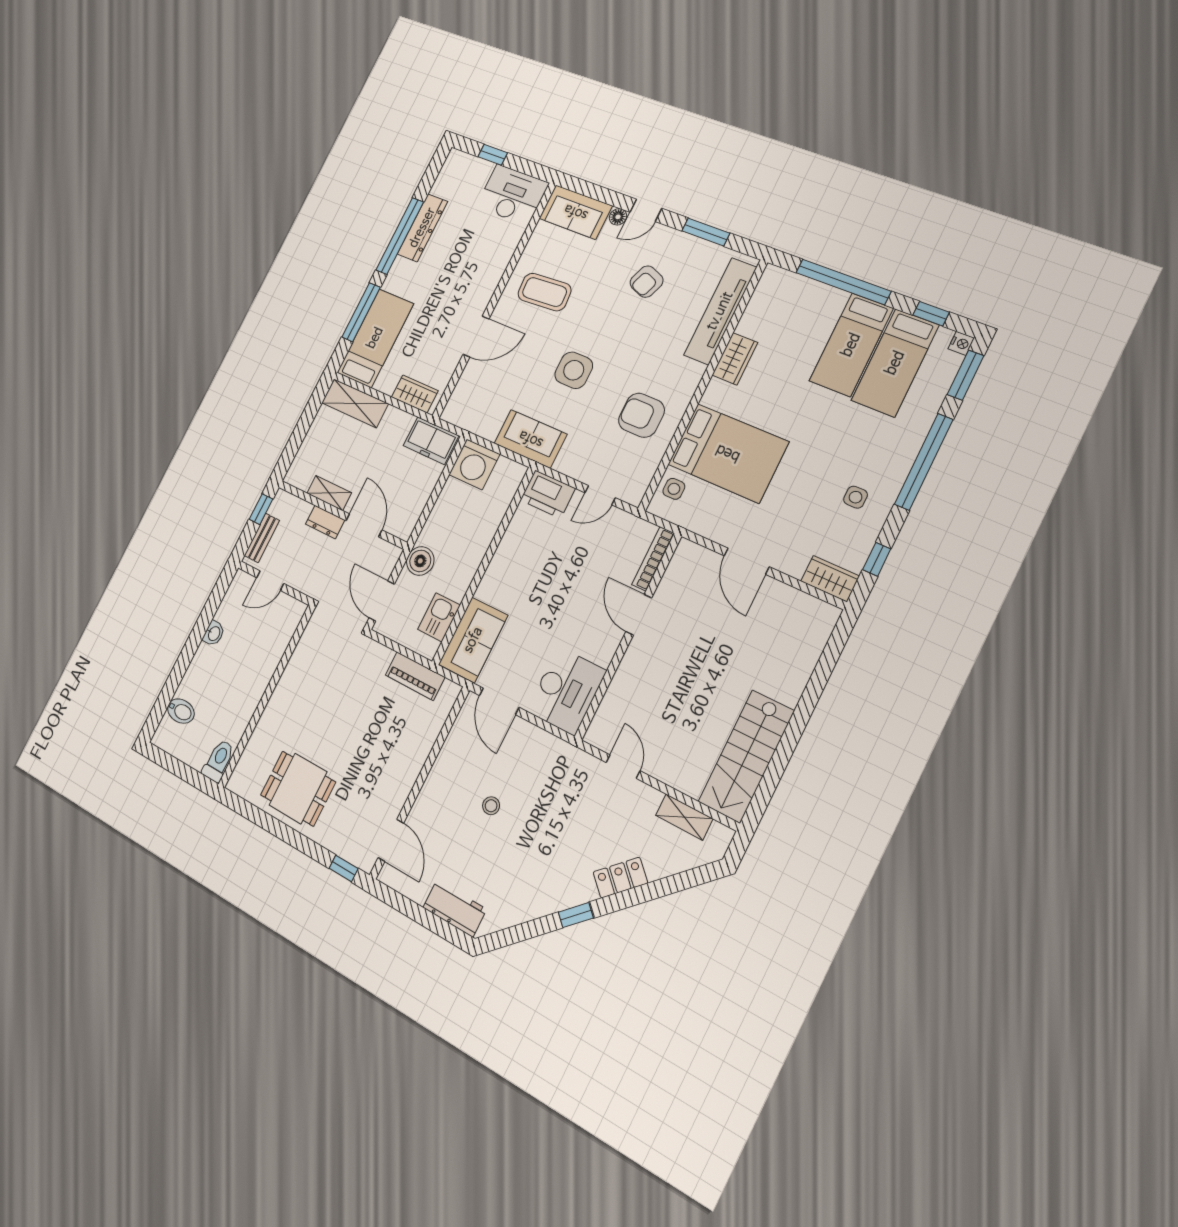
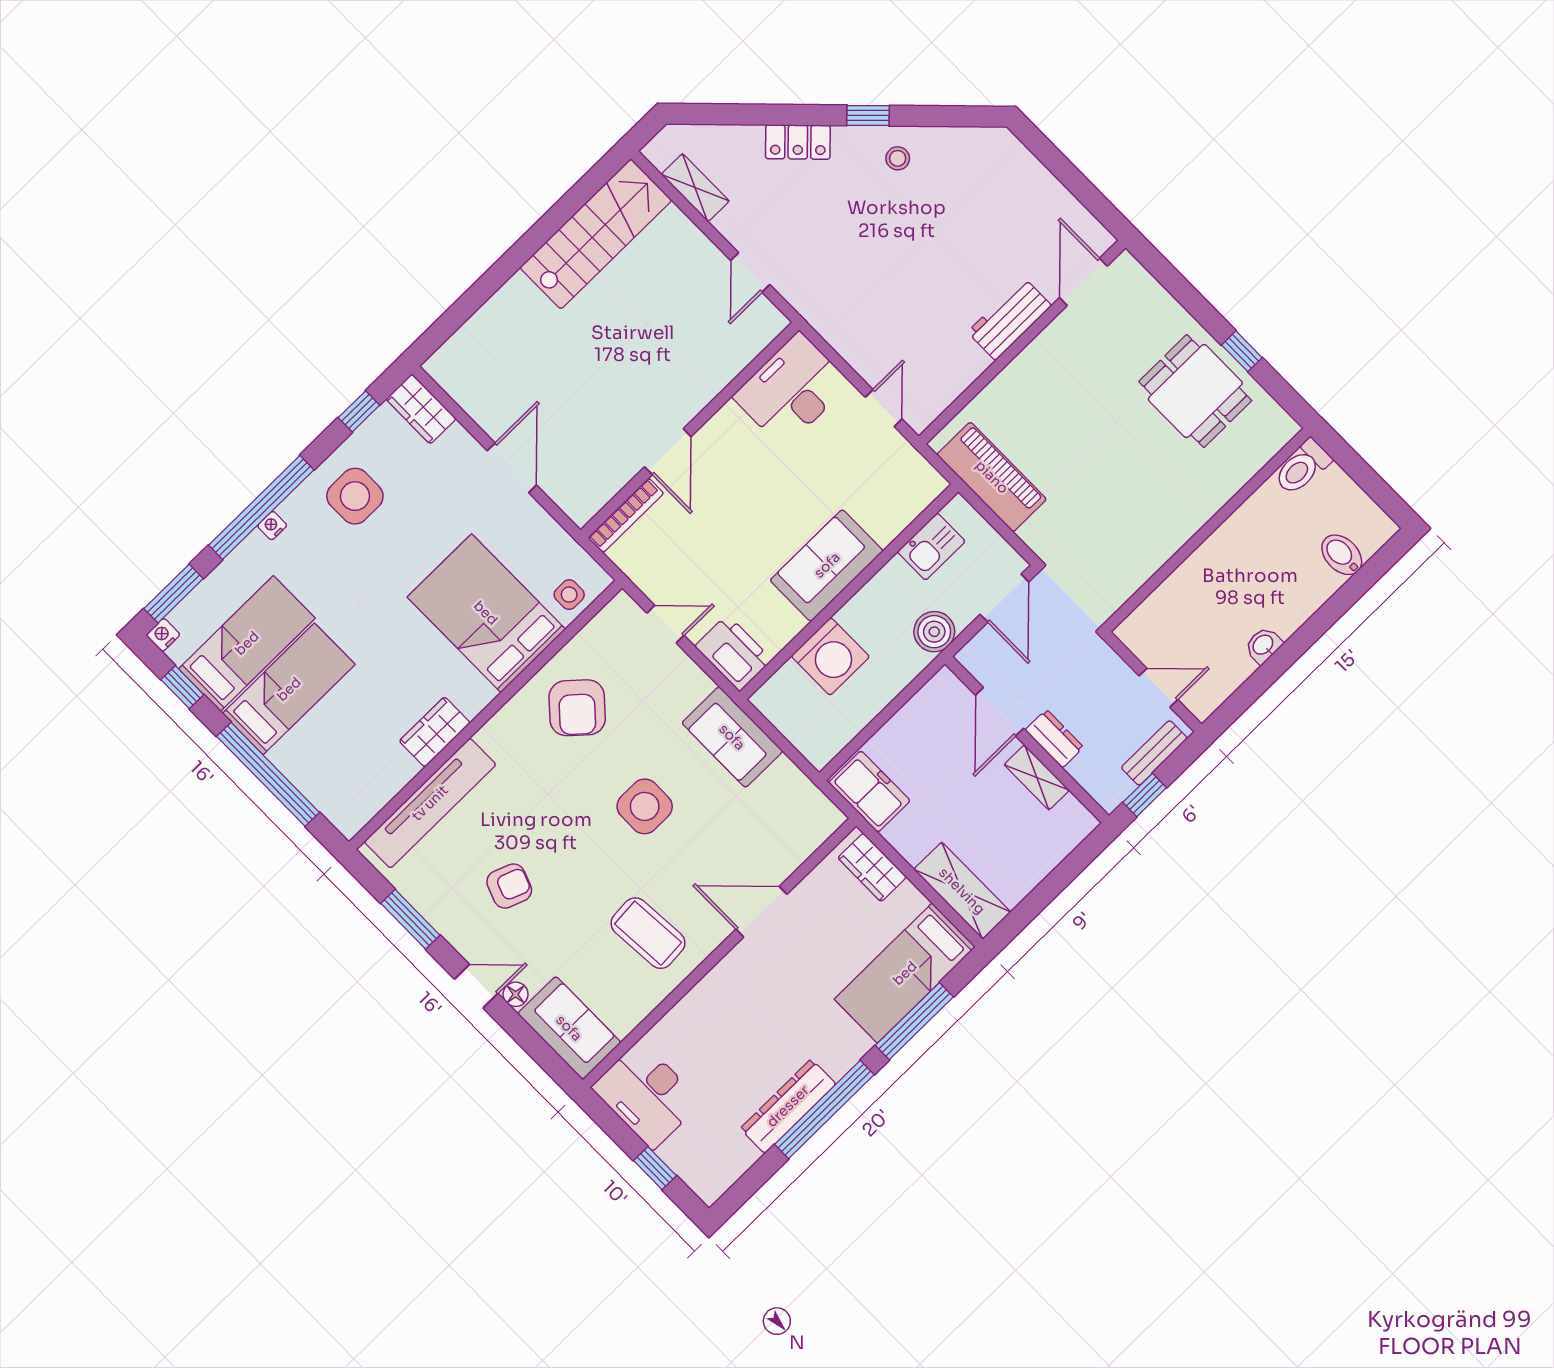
armchair: (641, 415) -> (577, 708), turned 42
nightstand: (910, 452) -> (272, 526), added
washing machine: (474, 464) -> (830, 656), moved, turned 90
side table: (856, 497) -> (355, 496), width x1.87, depth x1.87
sofa: (473, 640) -> (827, 565), moved
piano: (415, 676) -> (992, 477), width x1.37, depth x1.33
door: (499, 701) -> (884, 408), width x0.73
stool: (491, 806) -> (898, 158), moved
window: (344, 868) -> (1242, 351), moved
workbench: (455, 908) -> (1009, 319), moved, turned 90

